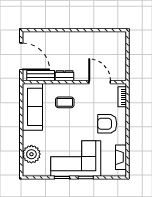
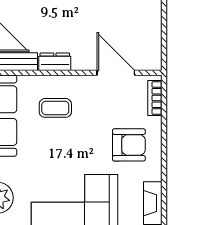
armchair: (107, 124) -> (129, 145), turned 180

